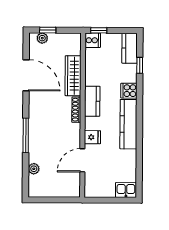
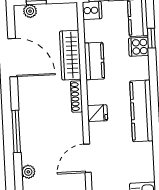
cooker: (129, 91) -> (139, 47), moved
kitchen counter: (92, 101) -> (94, 61), moved
fridge: (92, 137) -> (97, 113), moved

